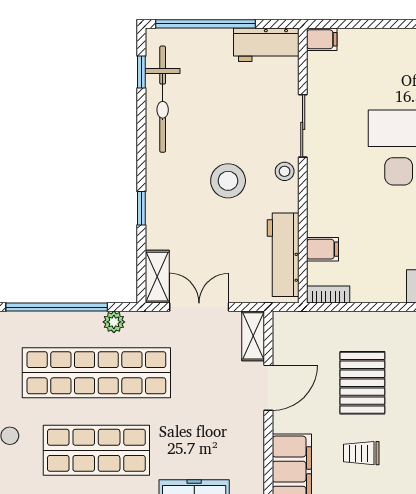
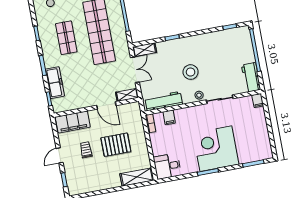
bicycle: (163, 99) -> (220, 38), removed
plant: (114, 322) -> (122, 35), removed
shop shelf: (96, 450) -> (66, 38), width x0.70, depth x0.74

